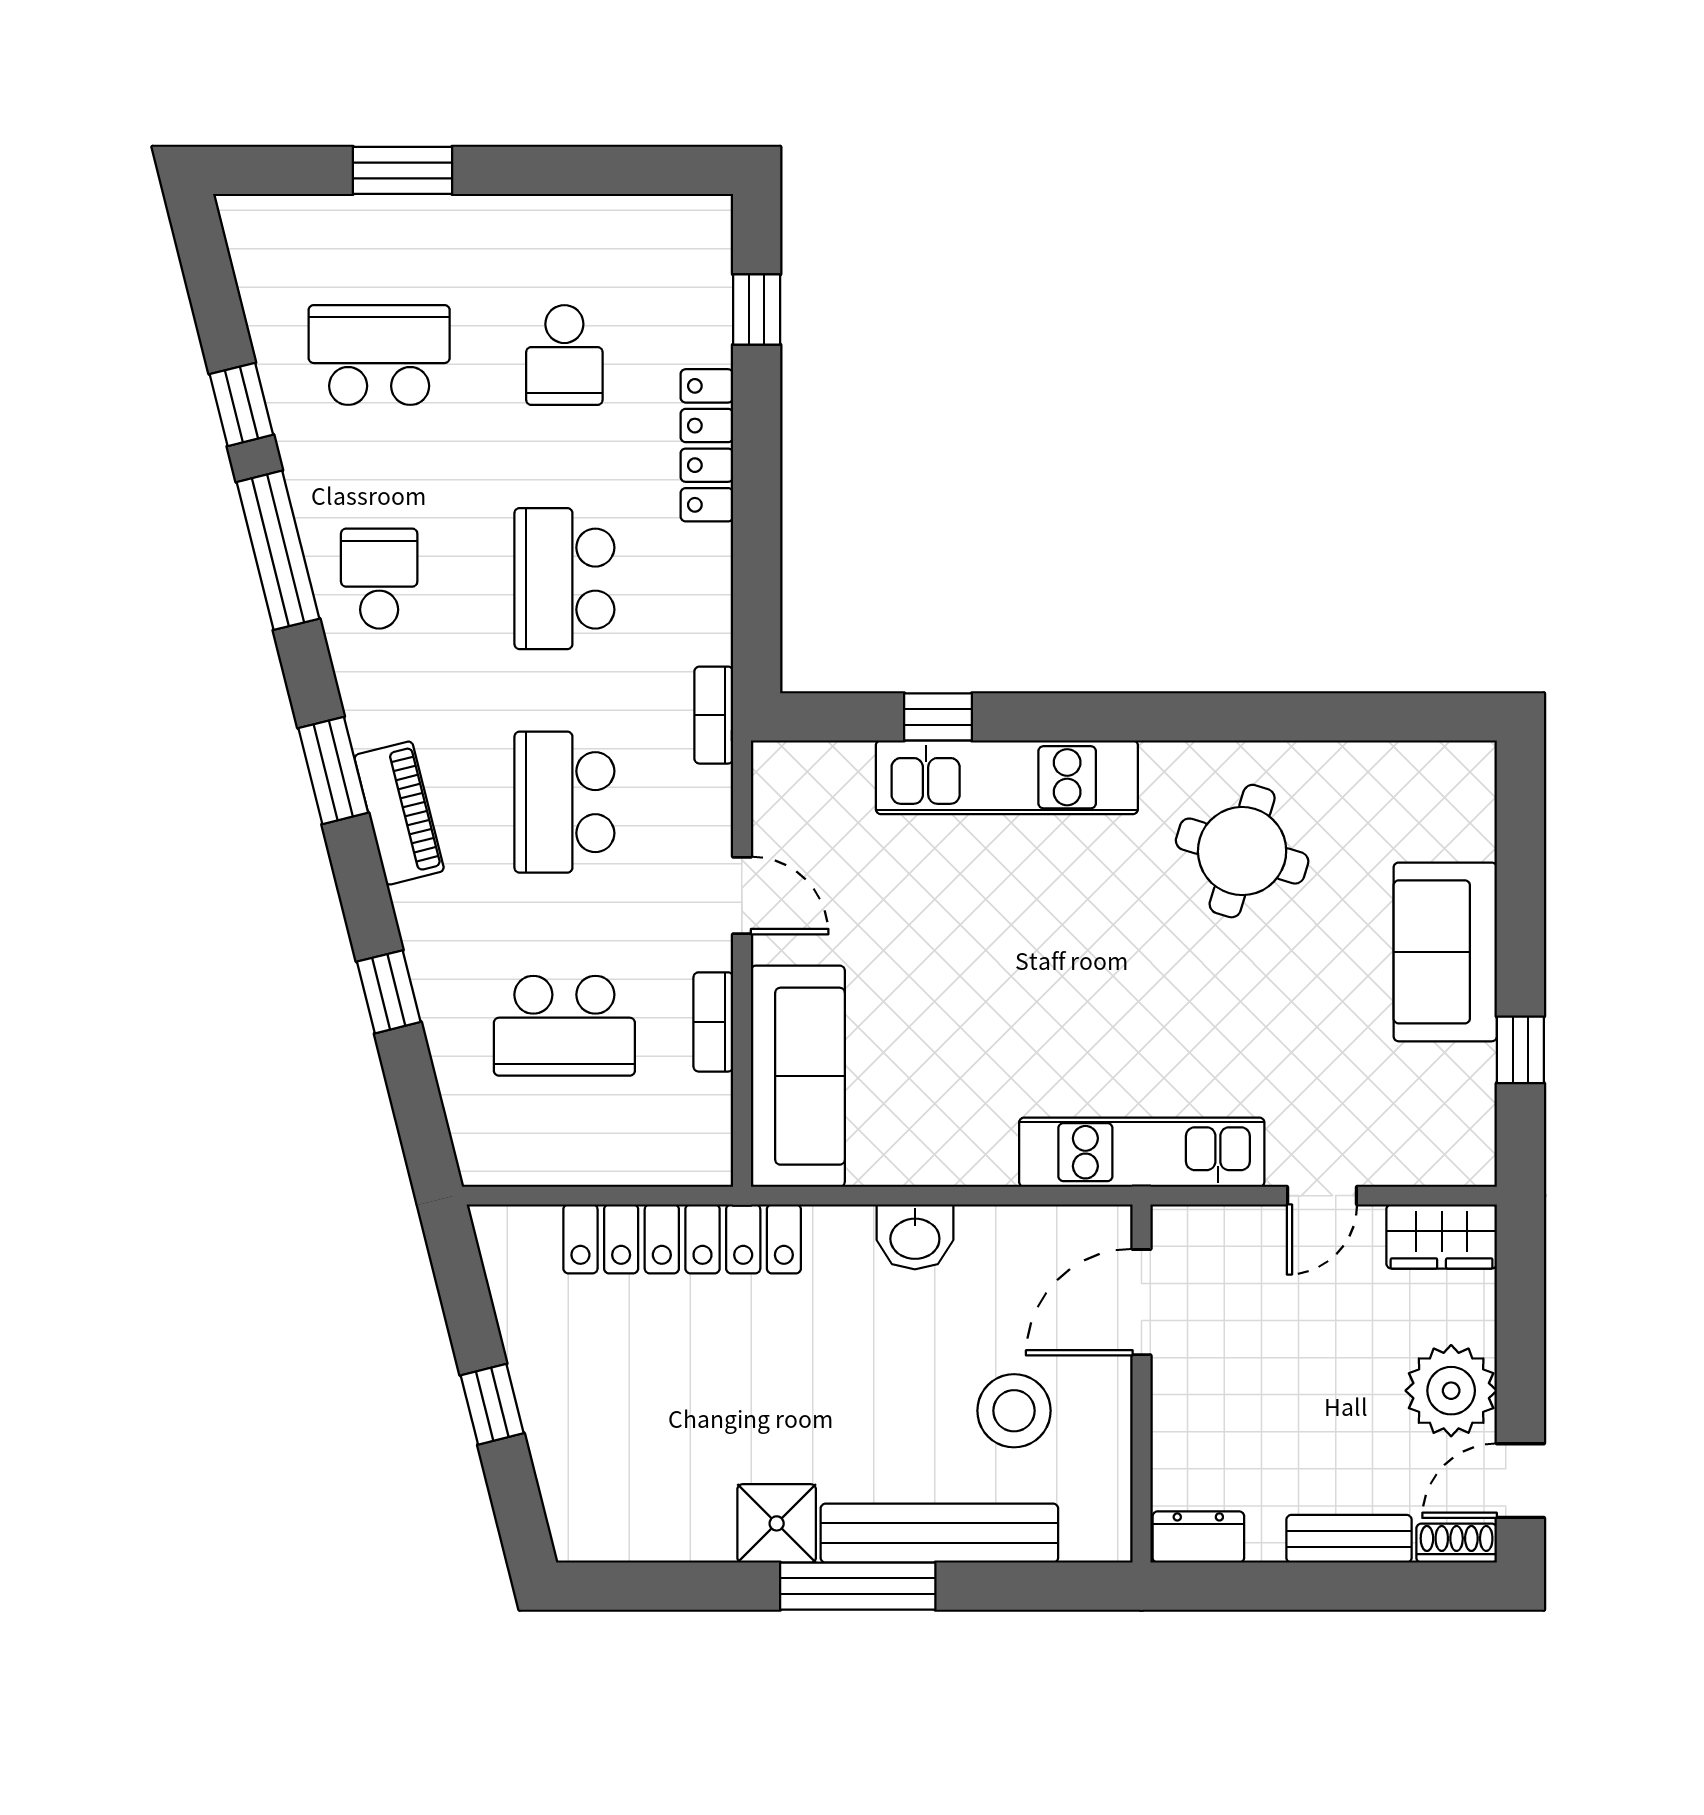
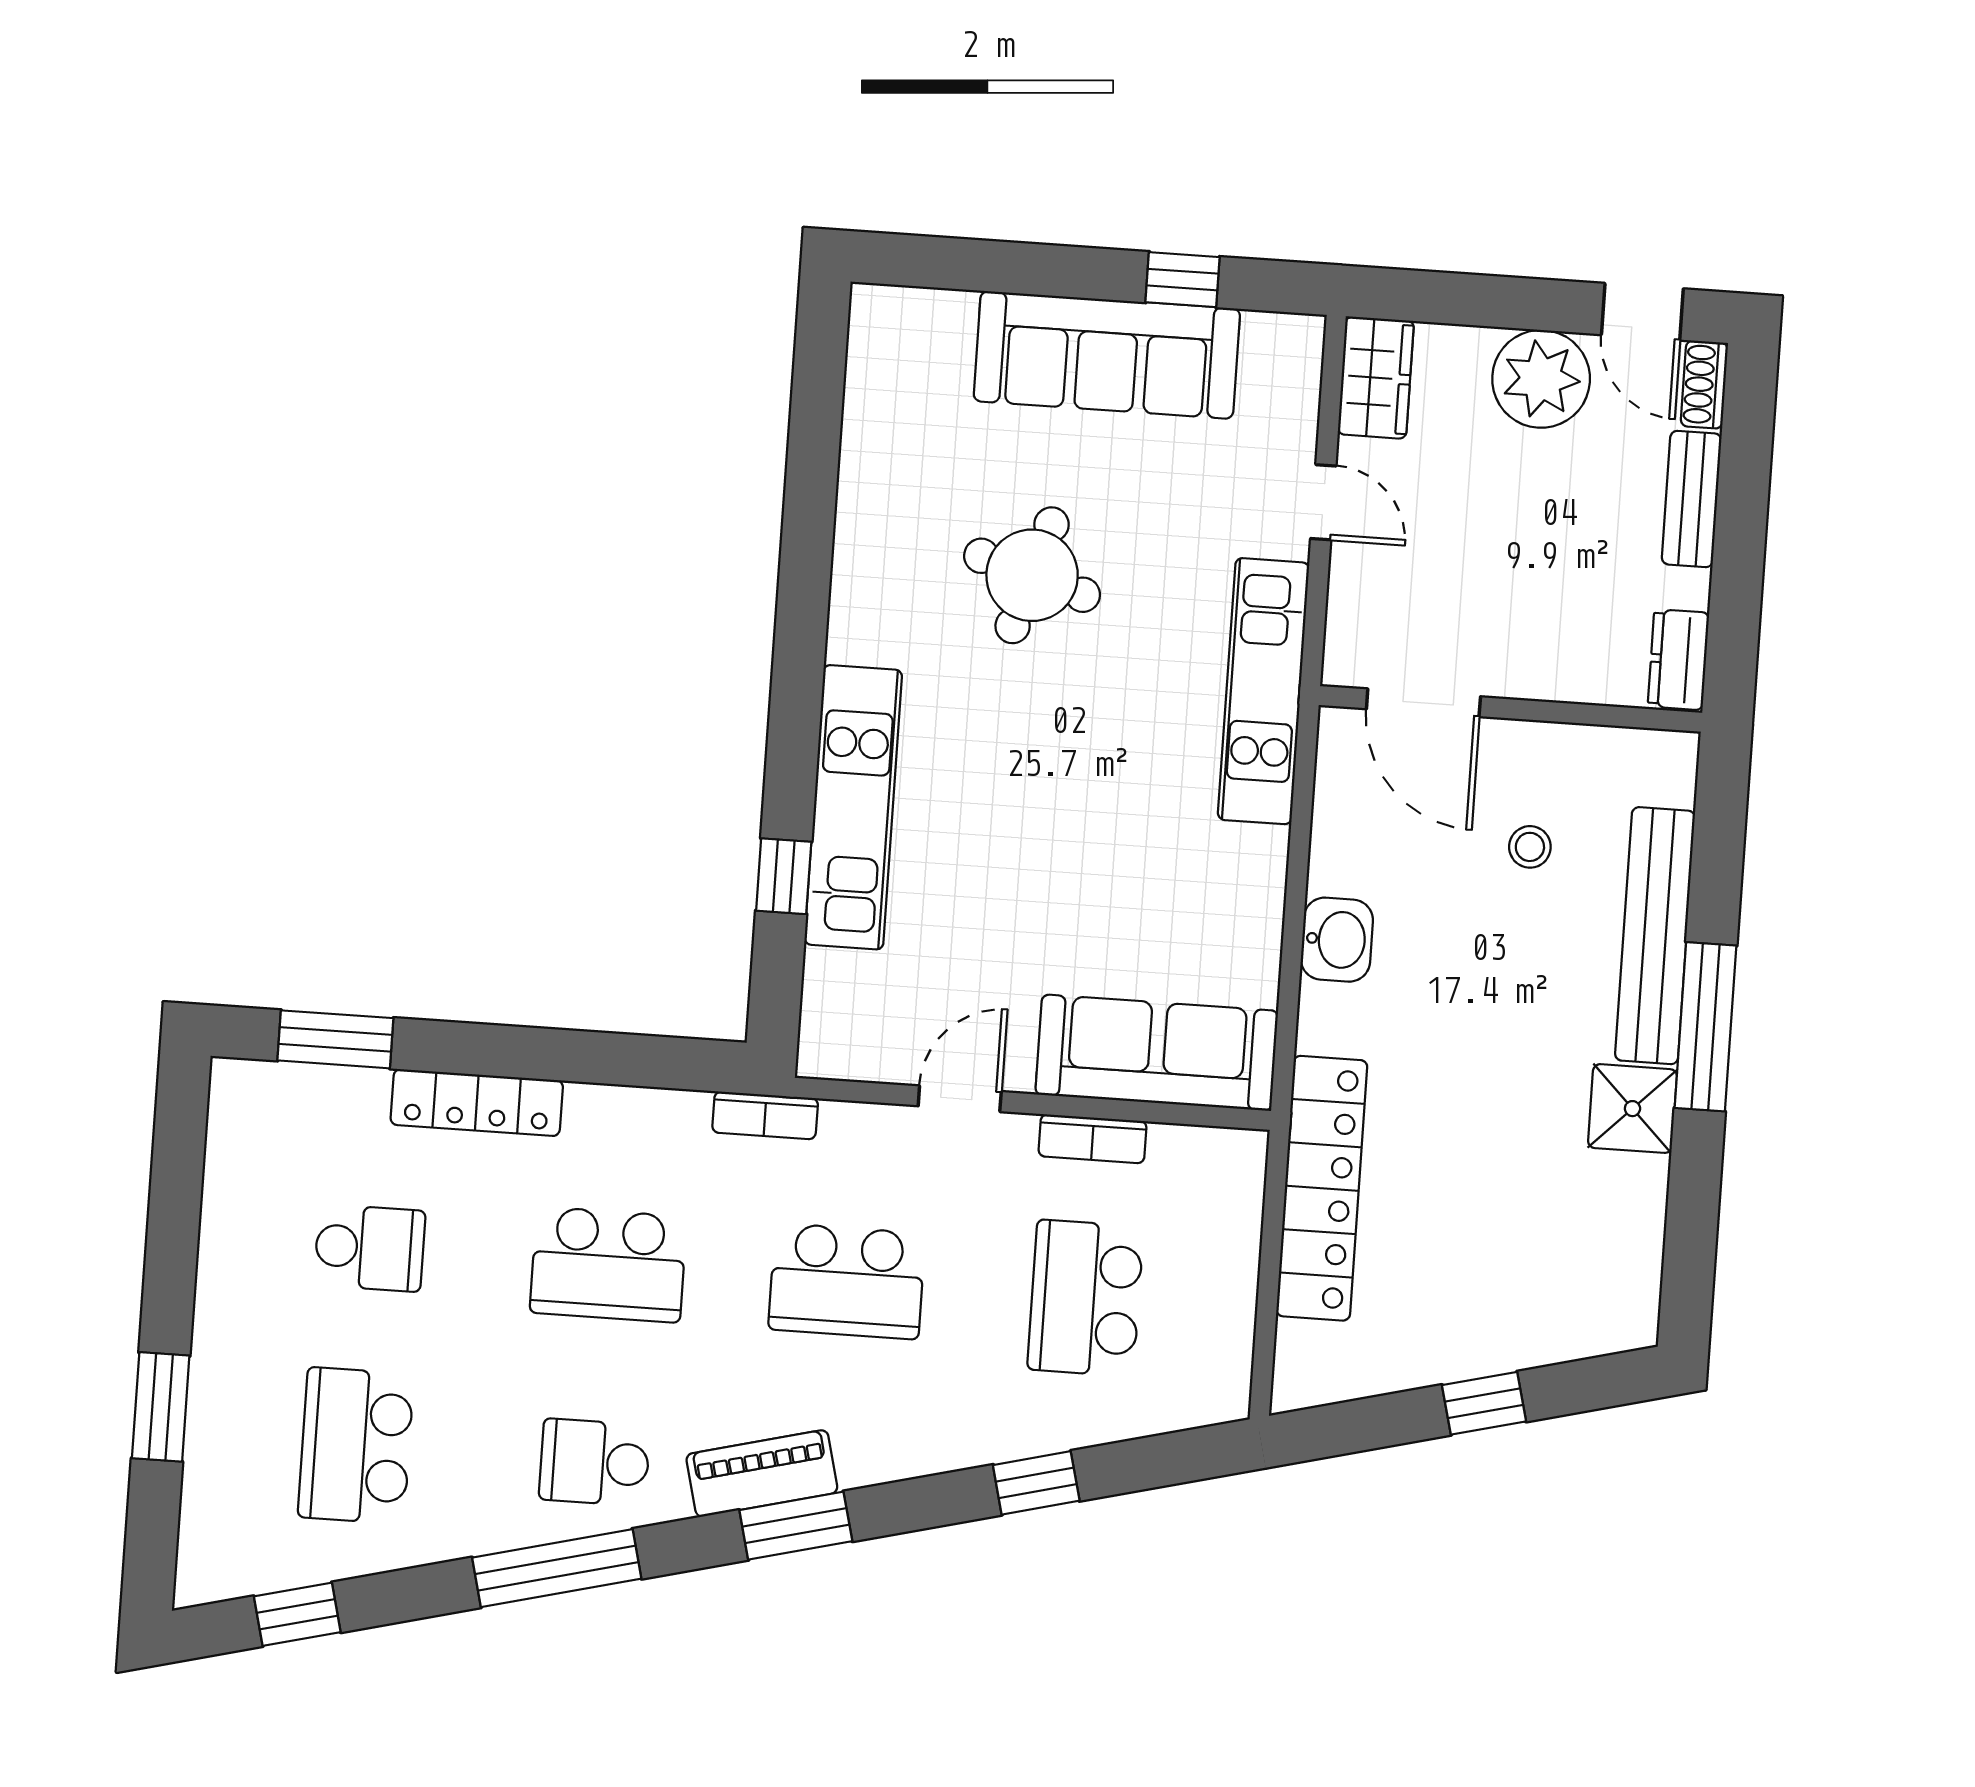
window: (757, 309) -> (335, 1039), width x1.50
window: (241, 404) -> (297, 1614), moved
piano: (399, 813) -> (762, 1473), moved
round table: (1242, 851) -> (1032, 575), moved
sofa: (1445, 952) -> (1107, 355), width x1.36
school desk: (564, 1026) -> (1085, 1298), turned 180
stool: (1014, 1411) -> (1530, 847), width x0.53, depth x0.53

